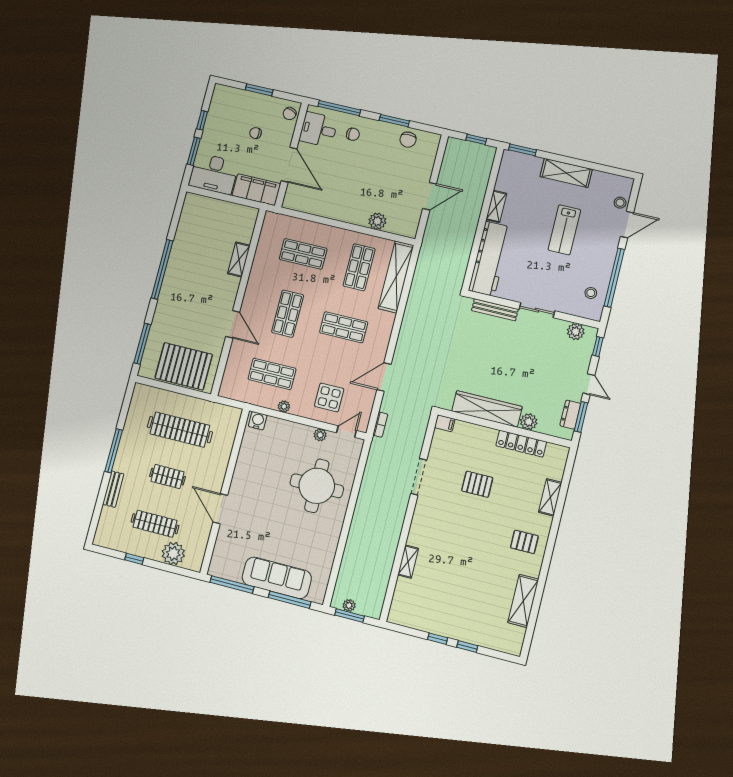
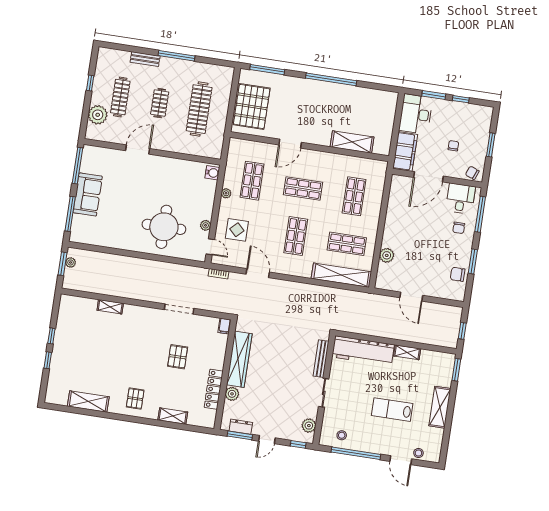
shelving: (239, 260) -> (352, 142), width x1.50, depth x1.33
sofa: (277, 578) -> (88, 194), width x0.73

